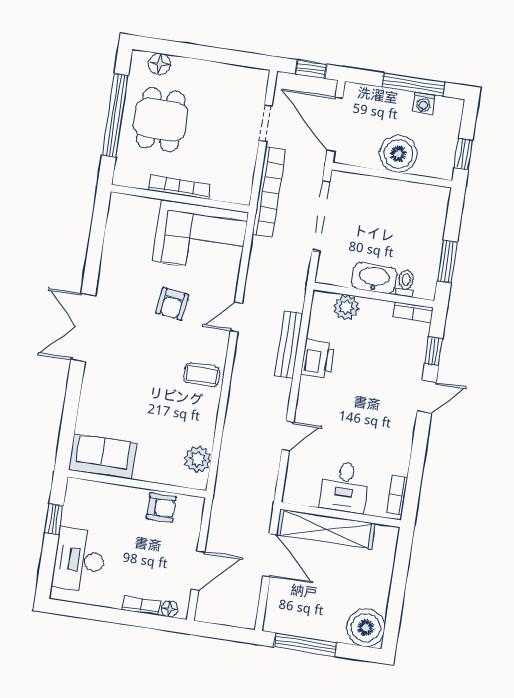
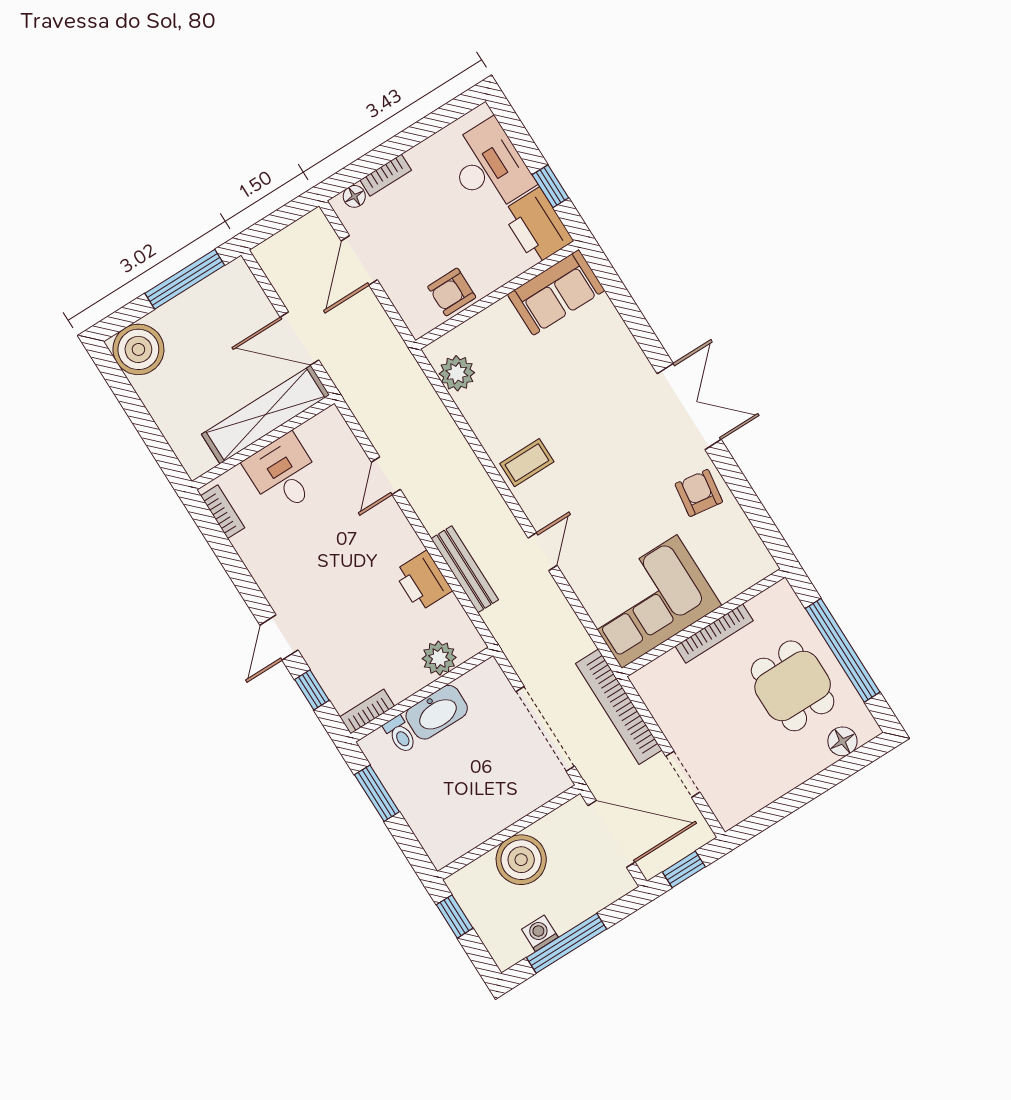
armchair: (172, 304) -> (699, 493), moved
printer: (81, 503) -> (537, 226), added

